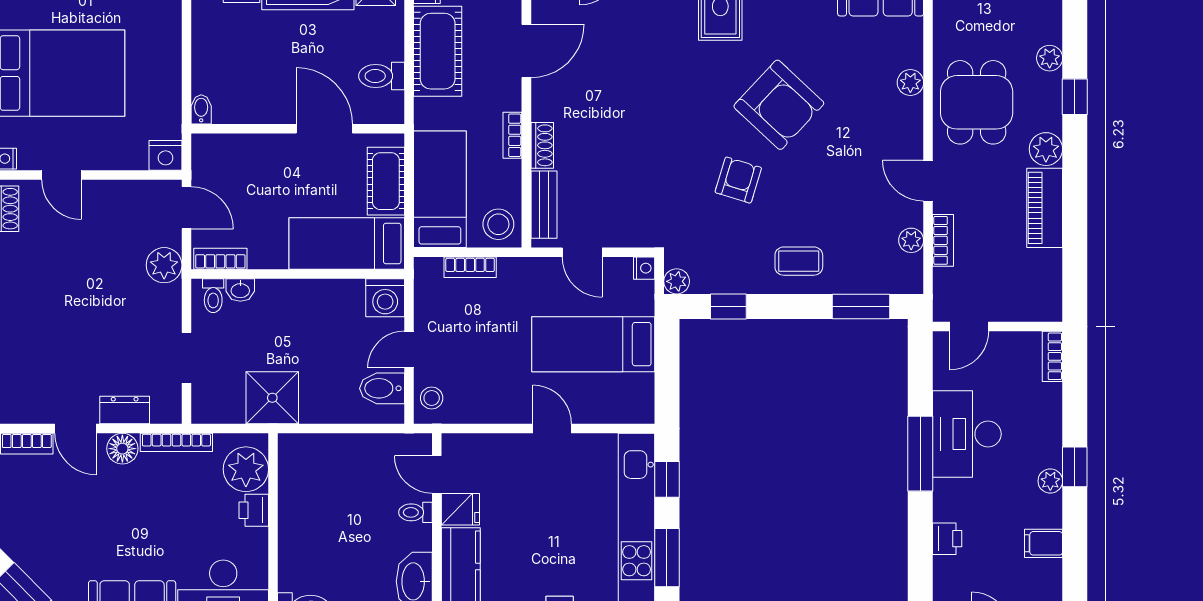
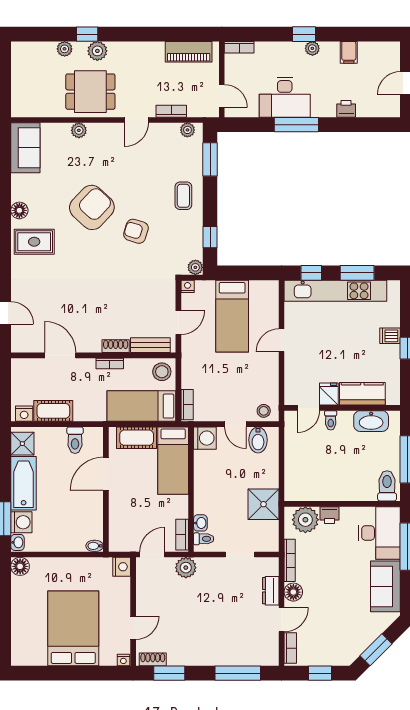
cot: (438, 51) -> (53, 411), width x0.73, depth x0.75
plant: (1046, 149) -> (97, 51), moved
piano: (1045, 208) -> (189, 52), moved
plant: (911, 240) -> (187, 130), moved
bookcase: (470, 267) -> (187, 405), moved

